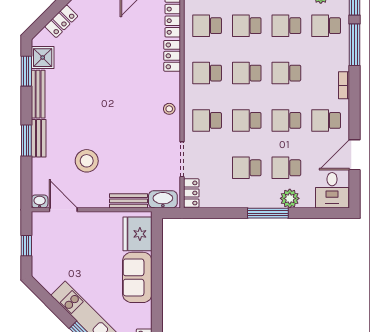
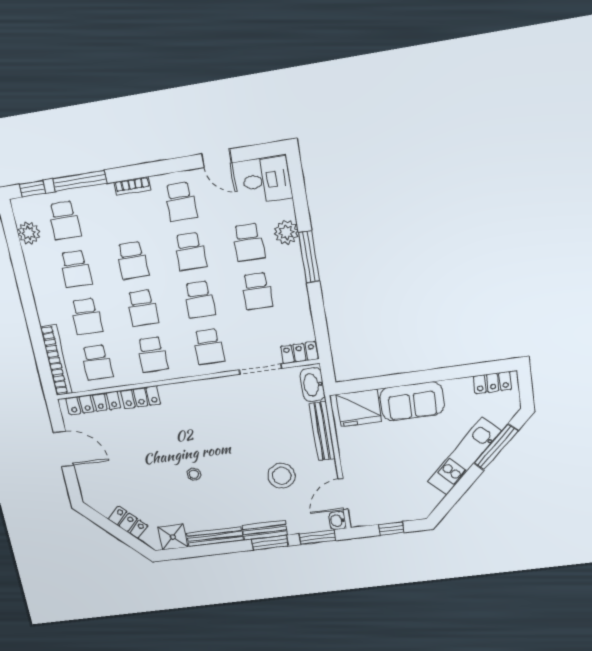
window: (26, 71) -> (317, 537), moved
stool: (169, 109) -> (194, 474), moved
door: (354, 155) -> (217, 158), width x0.73
bench: (128, 201) -> (322, 431), width x1.36

